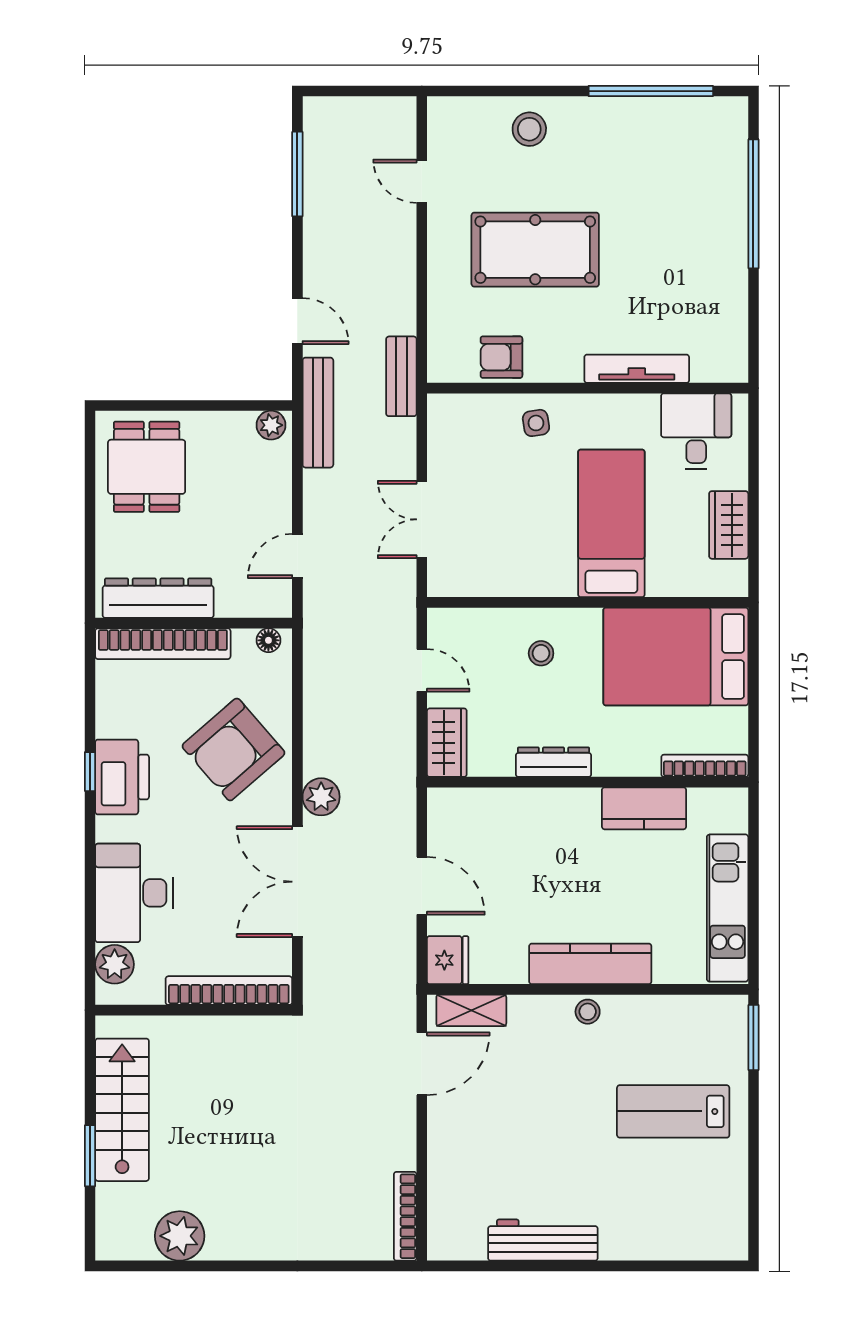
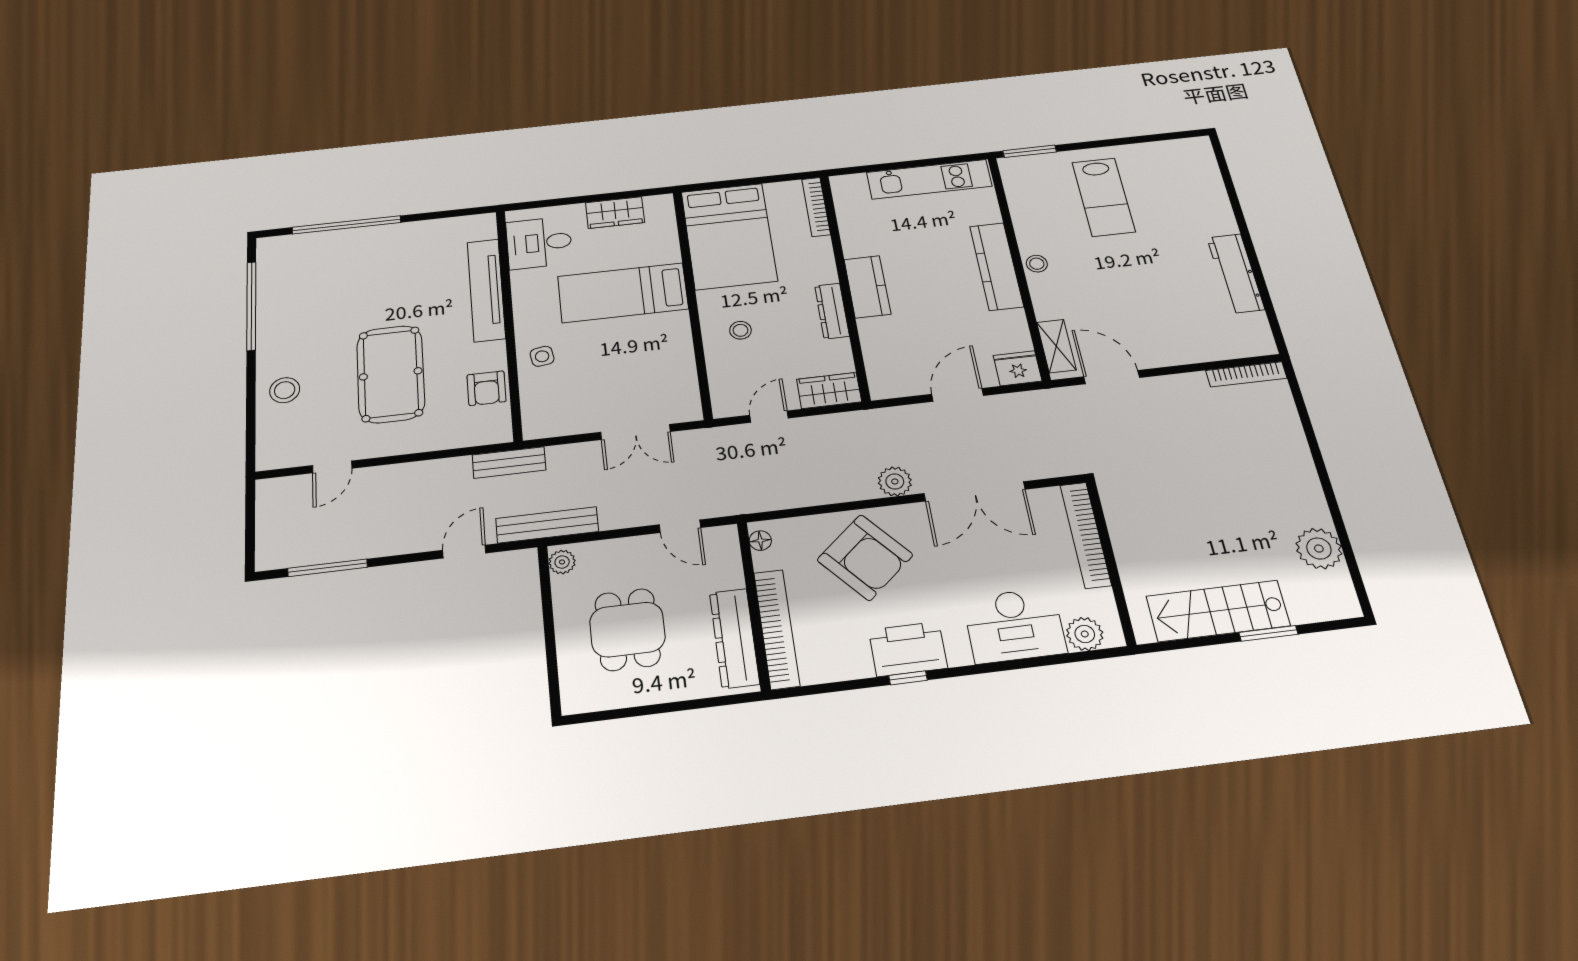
tv unit: (637, 369) -> (486, 290), width x1.36, depth x1.29
dining table: (147, 467) -> (627, 629), moved, turned 90
kitchen counter: (644, 808) -> (867, 287), moved

